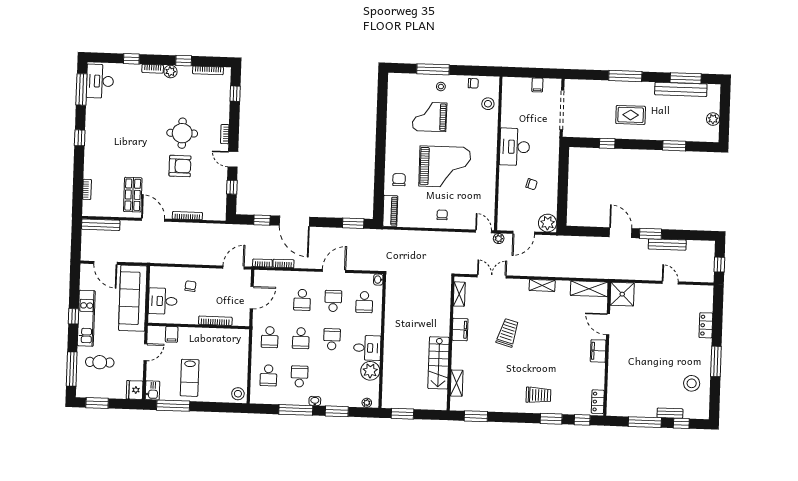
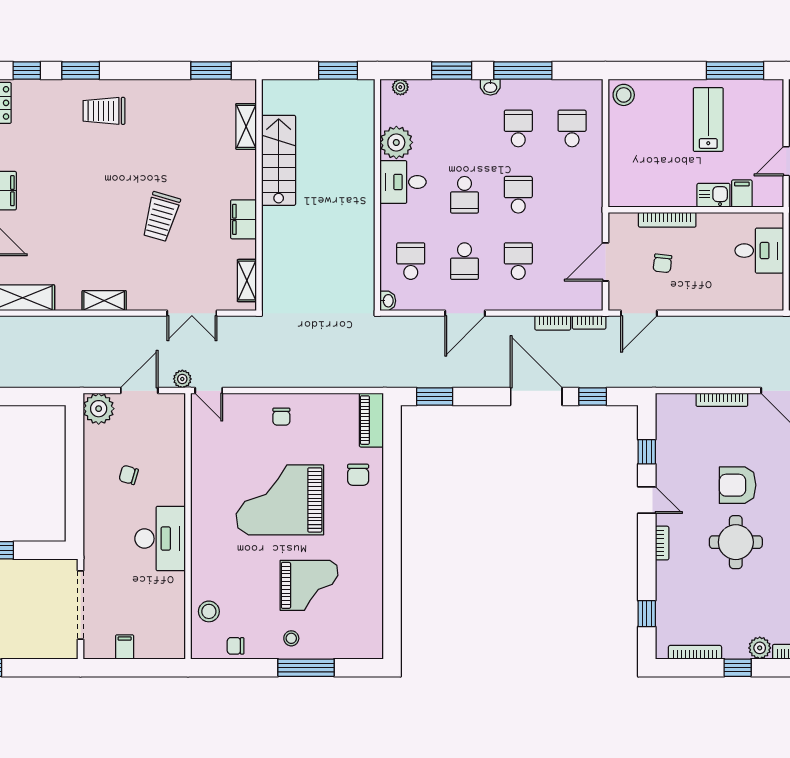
chair: (190, 286) -> (662, 263), moved
school desk: (270, 337) -> (572, 195), removed
school desk: (299, 376) -> (518, 128), turned 180
kitchen sink: (152, 390) -> (713, 195), moved, turned 90

